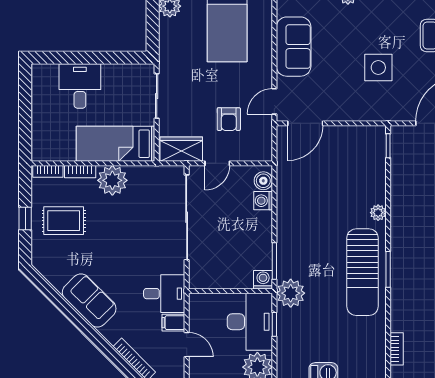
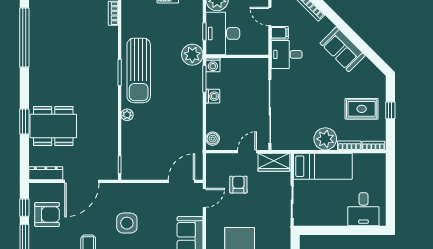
desk: (80, 86) -> (363, 209), moved
washing machine: (263, 201) -> (213, 96), moved
sun lounger: (363, 272) -> (139, 70), turned 180

